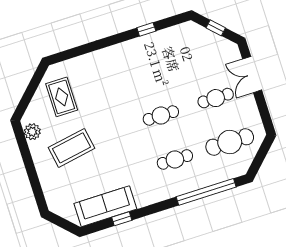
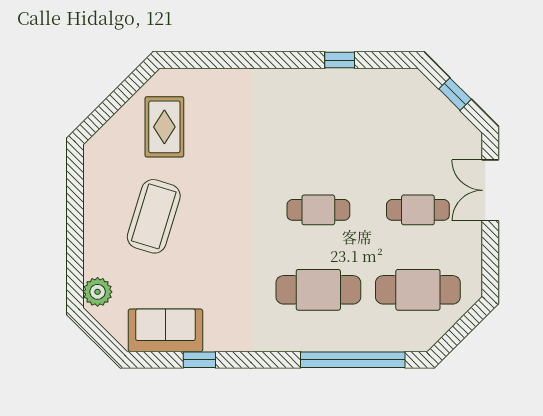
plant: (32, 132) -> (98, 292), moved
coffee table: (71, 148) -> (154, 216), turned -63
cafe table: (175, 159) -> (318, 290), width x1.37, depth x1.35
sofa: (105, 206) -> (165, 330), width x0.73

